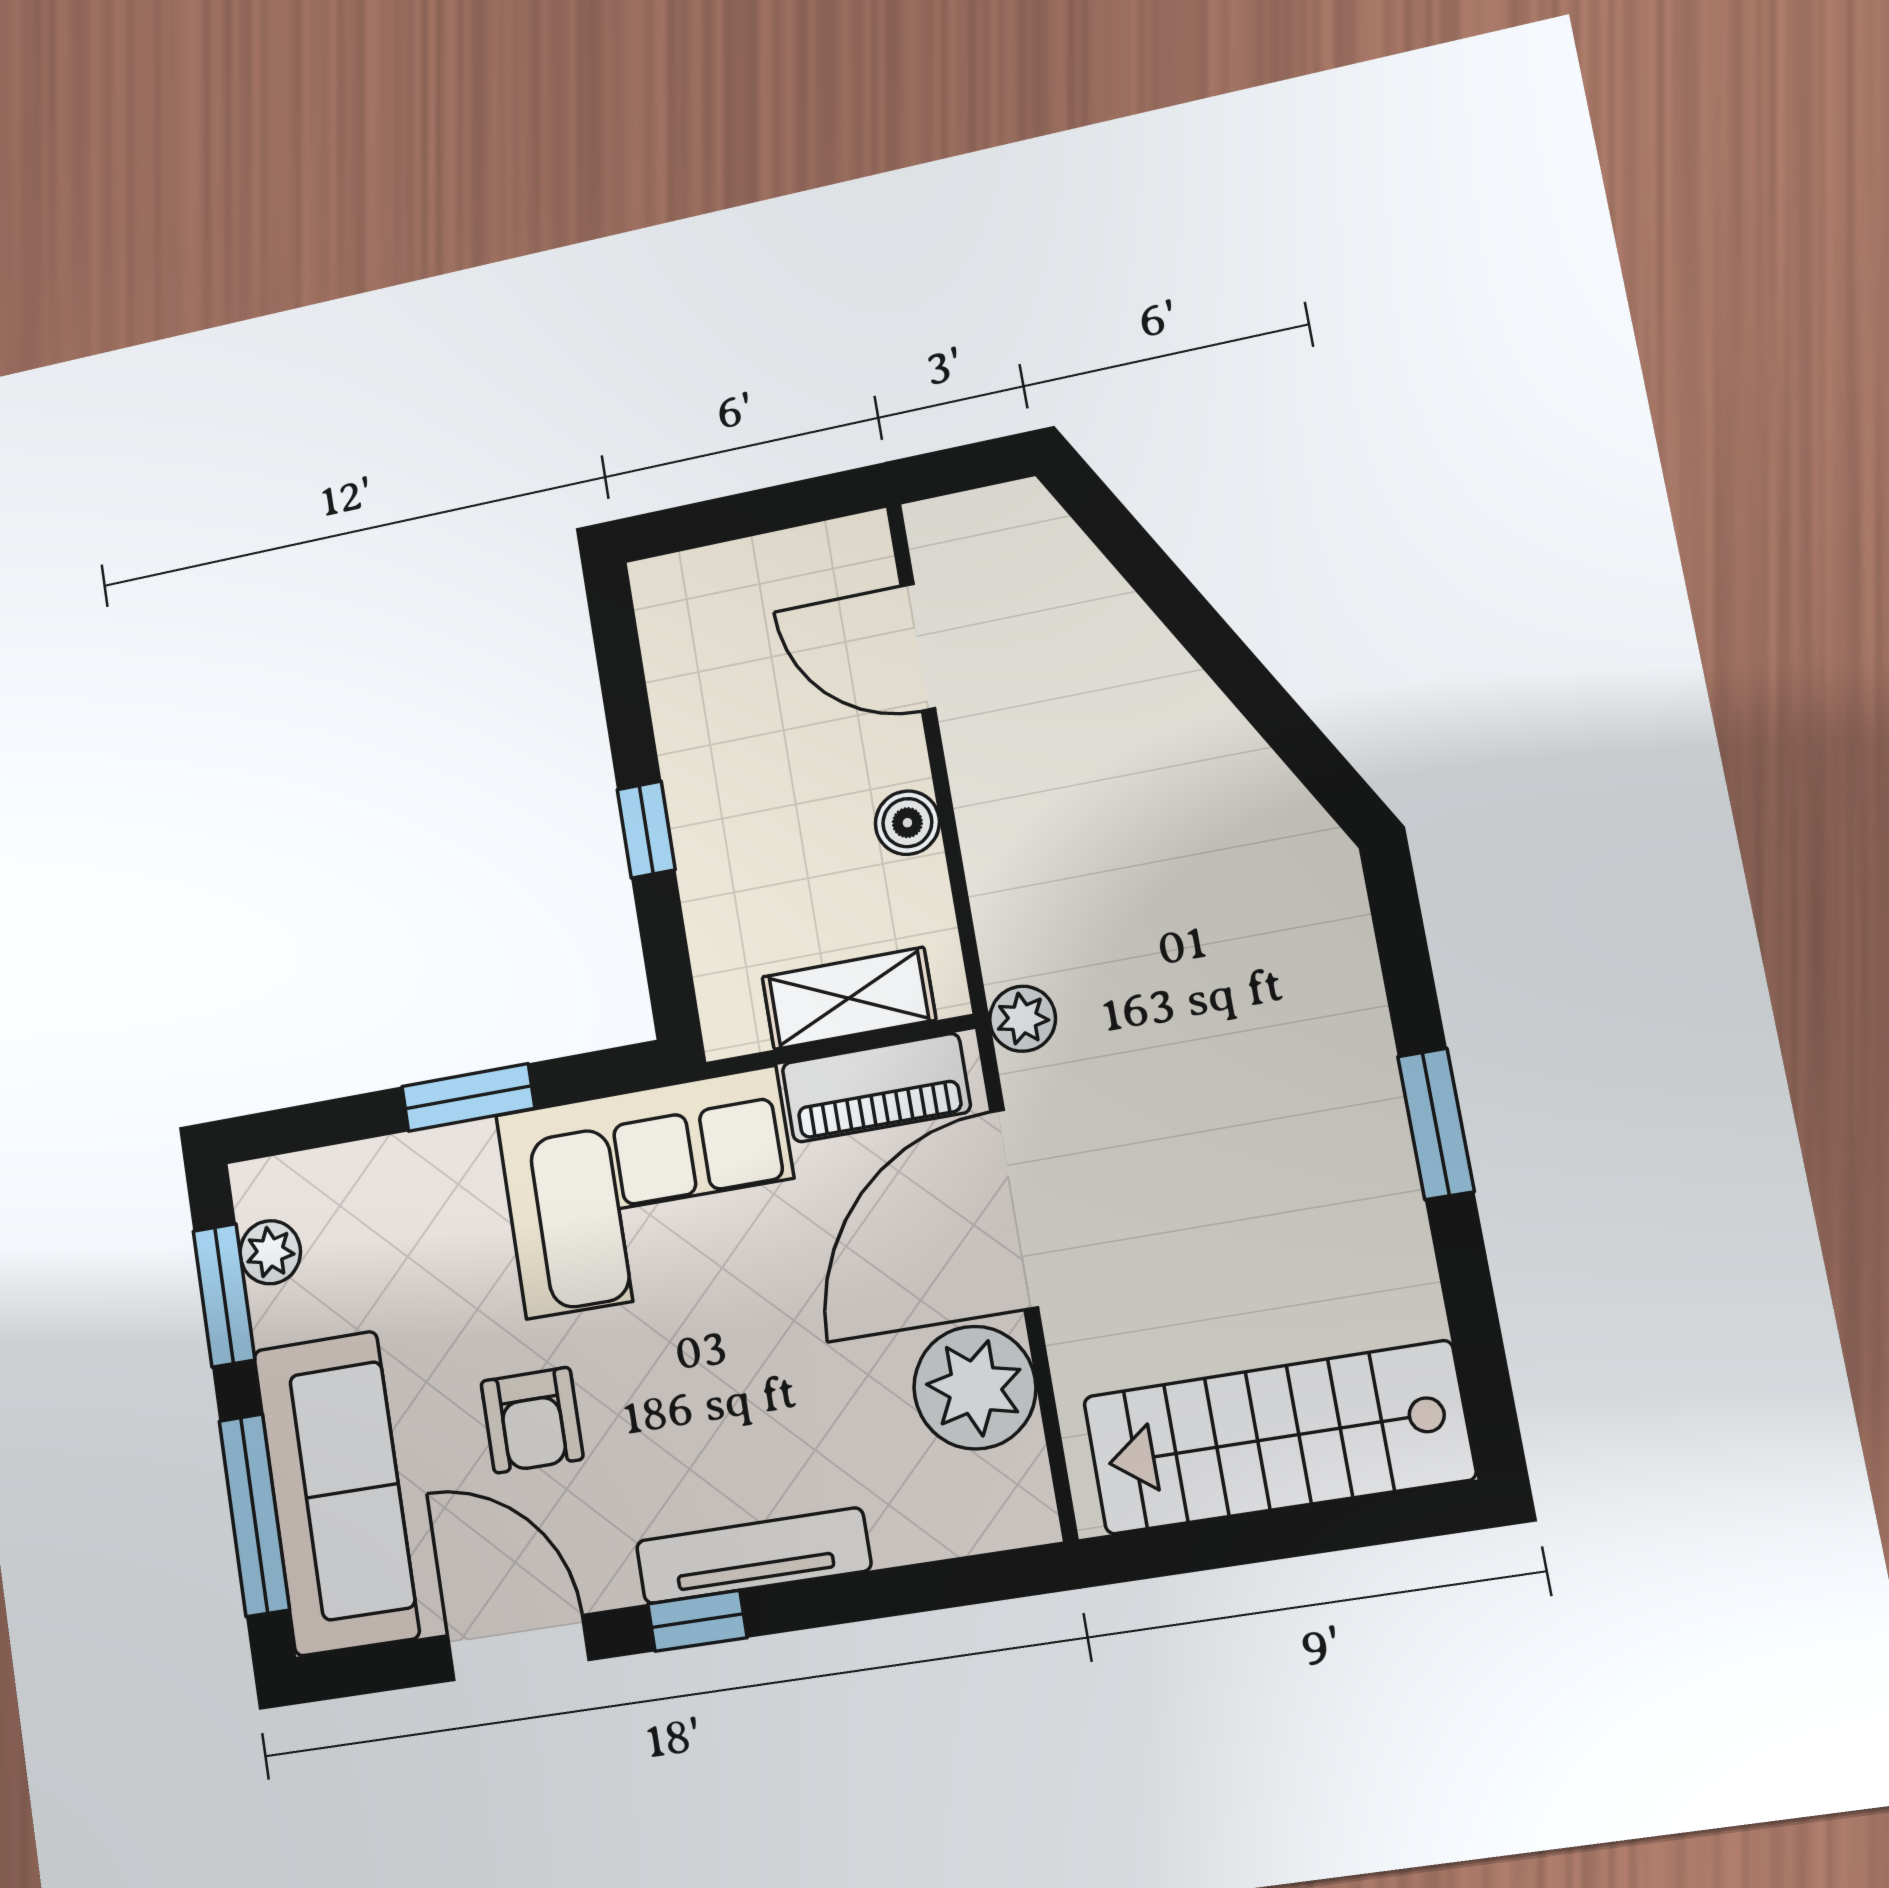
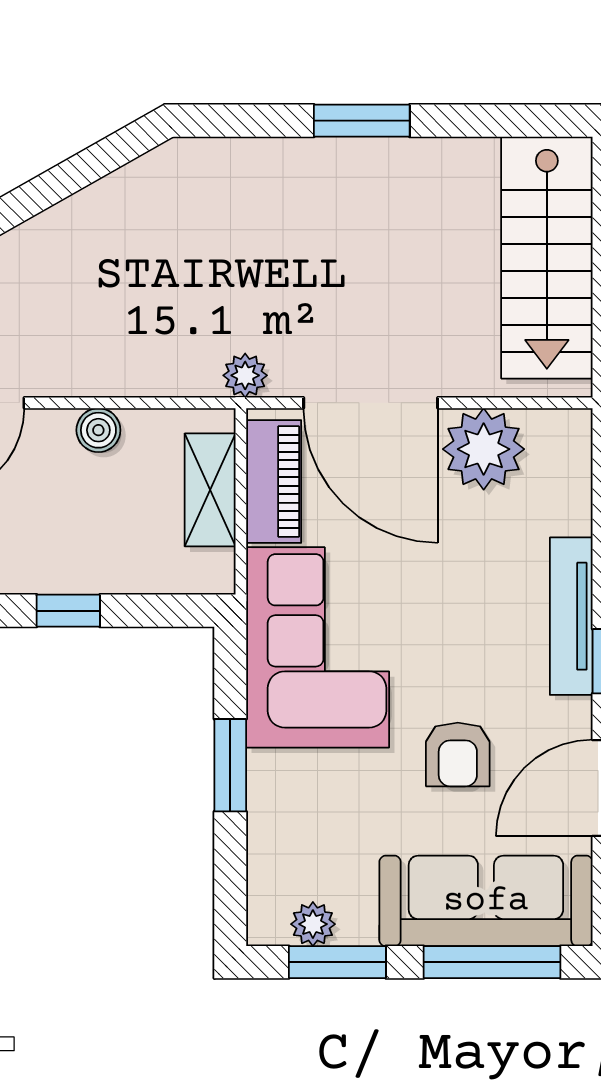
armchair: (532, 1420) -> (458, 754), turned 90

